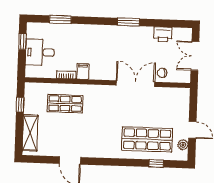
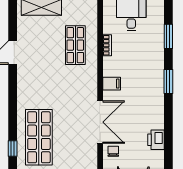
window: (128, 22) -> (168, 81), moved
printer: (163, 34) -> (156, 140), moved
filing cabinet: (83, 71) -> (112, 84), moved

